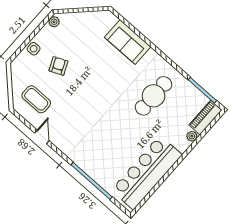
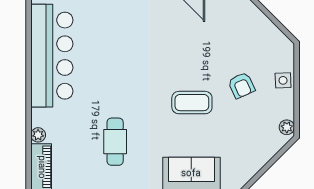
cafe table: (154, 96) -> (115, 142), width x0.73, depth x0.74
coffee table: (36, 99) -> (192, 103), moved

